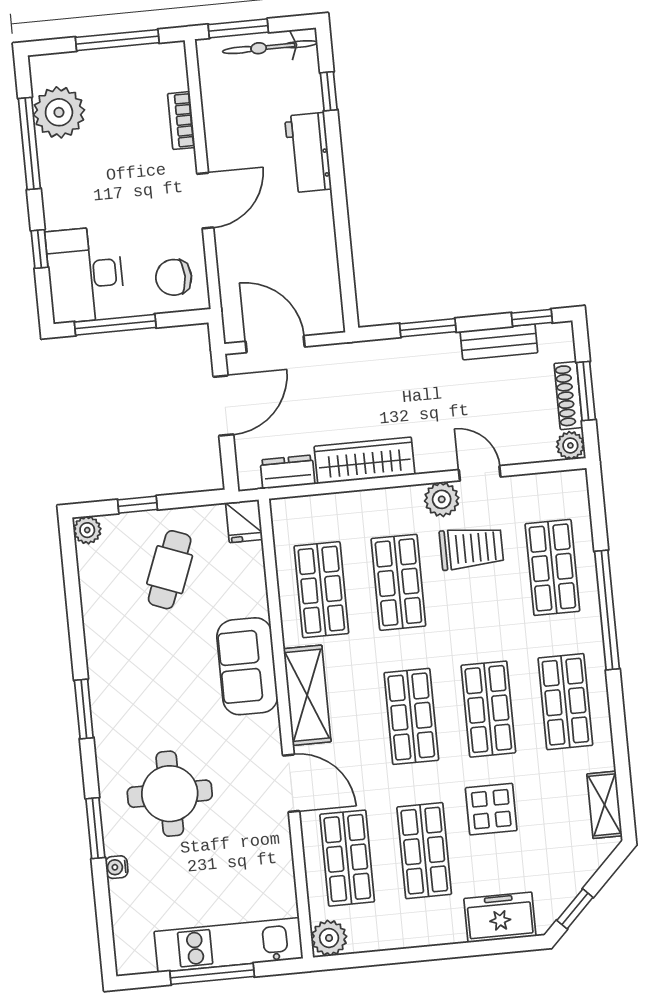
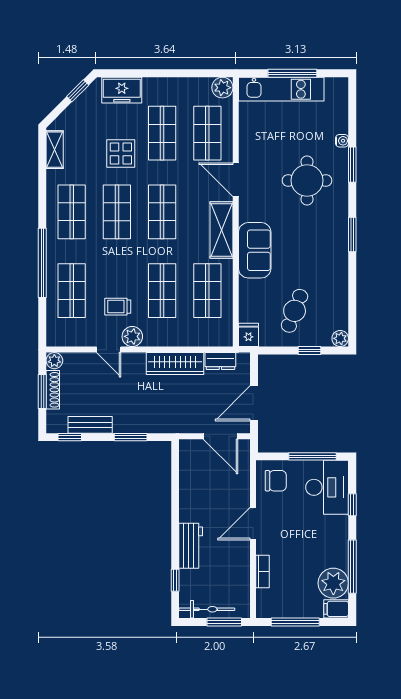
filing cabinet: (50, 69) -> (336, 609), added
trolley: (471, 548) -> (118, 307), width x0.73, depth x0.72

